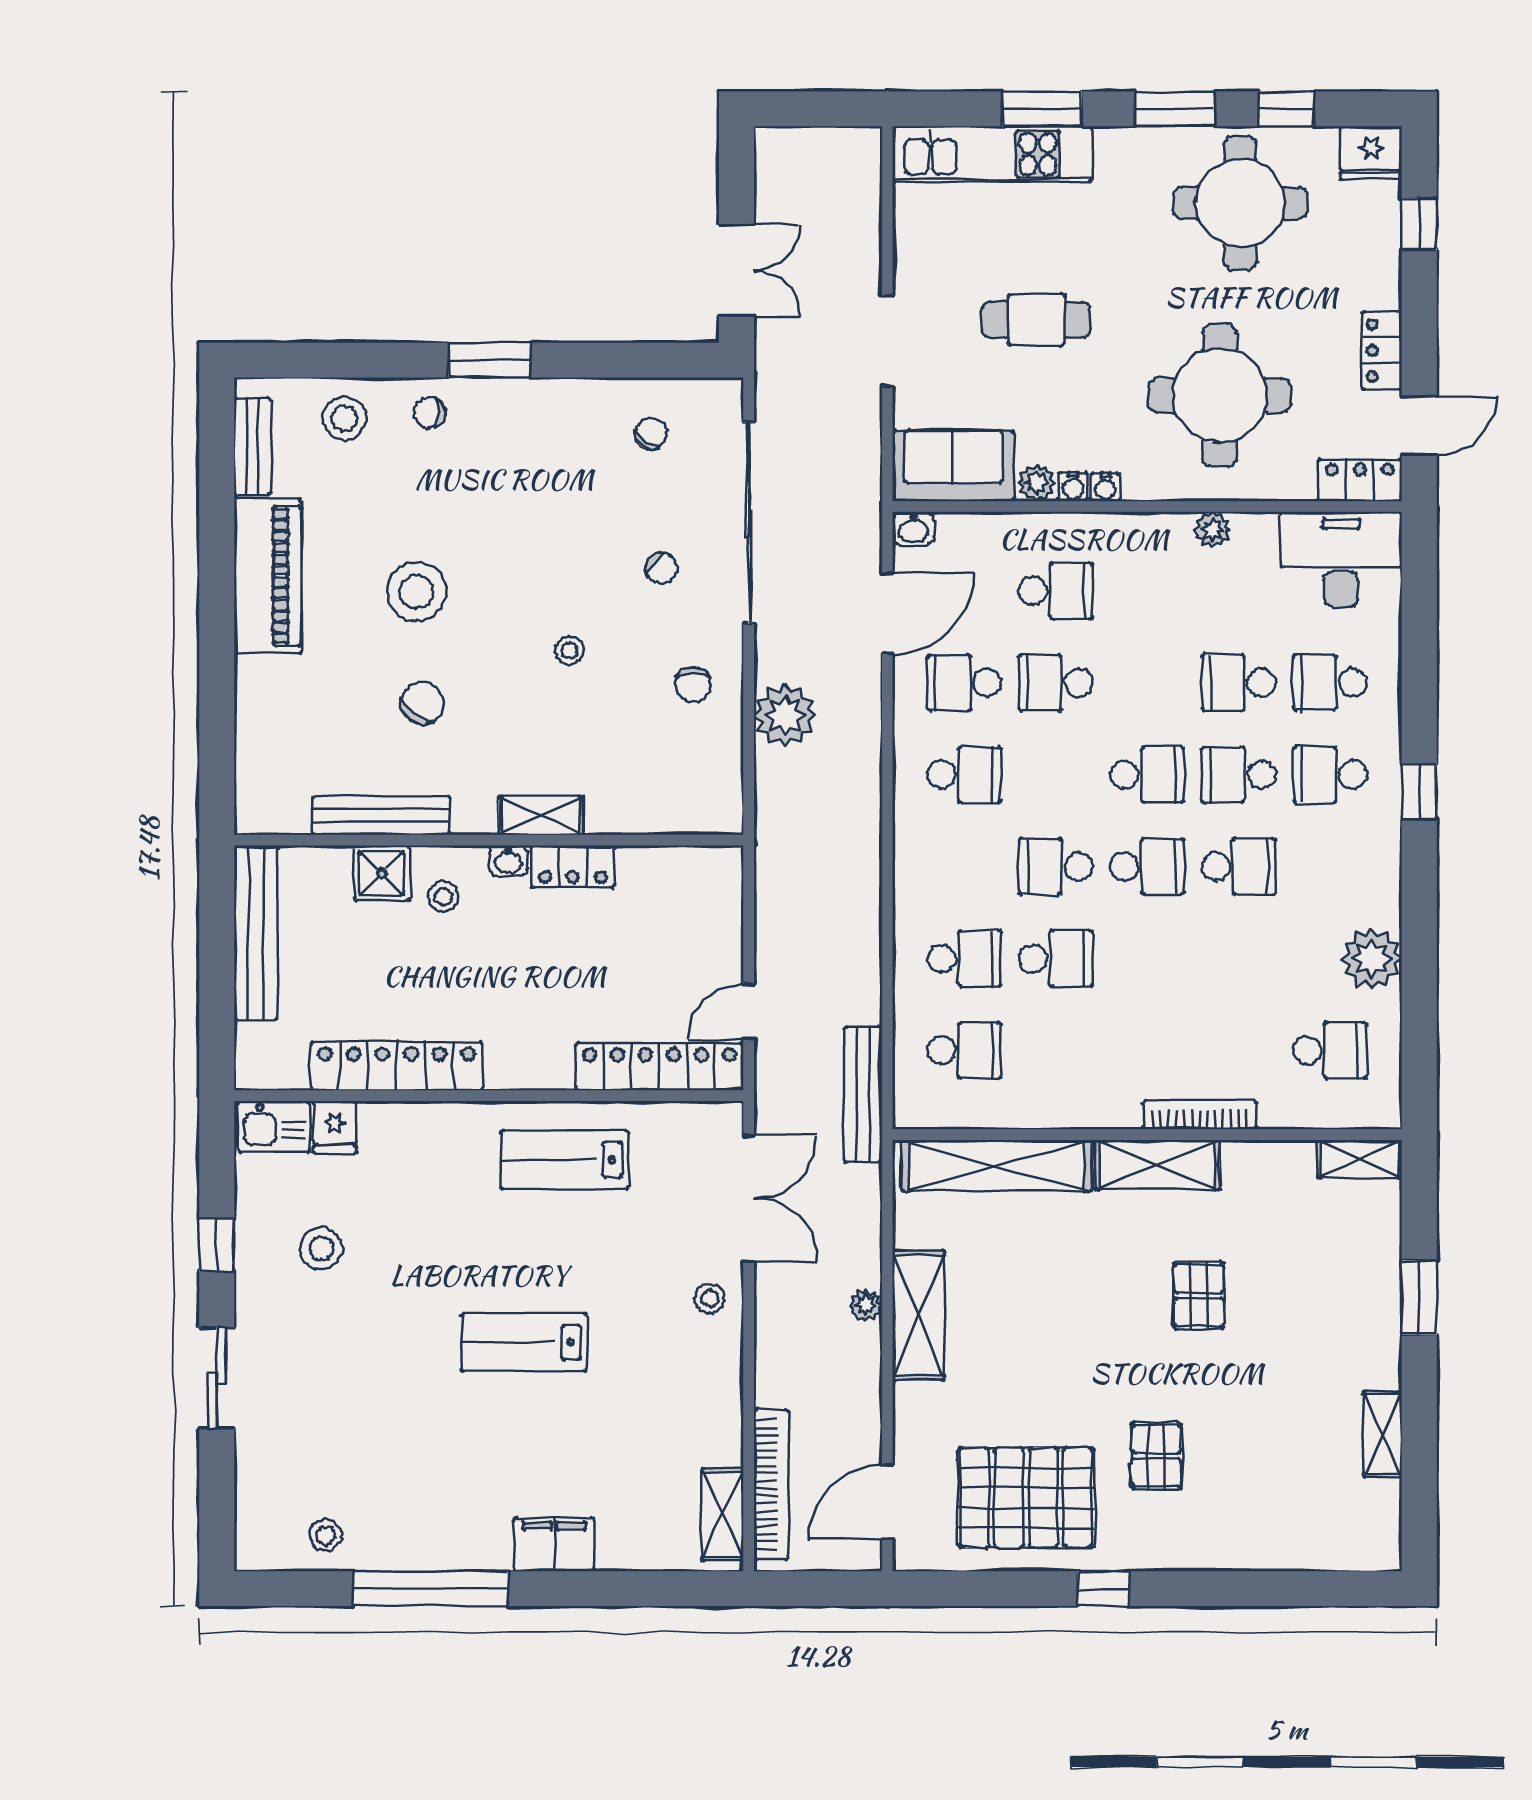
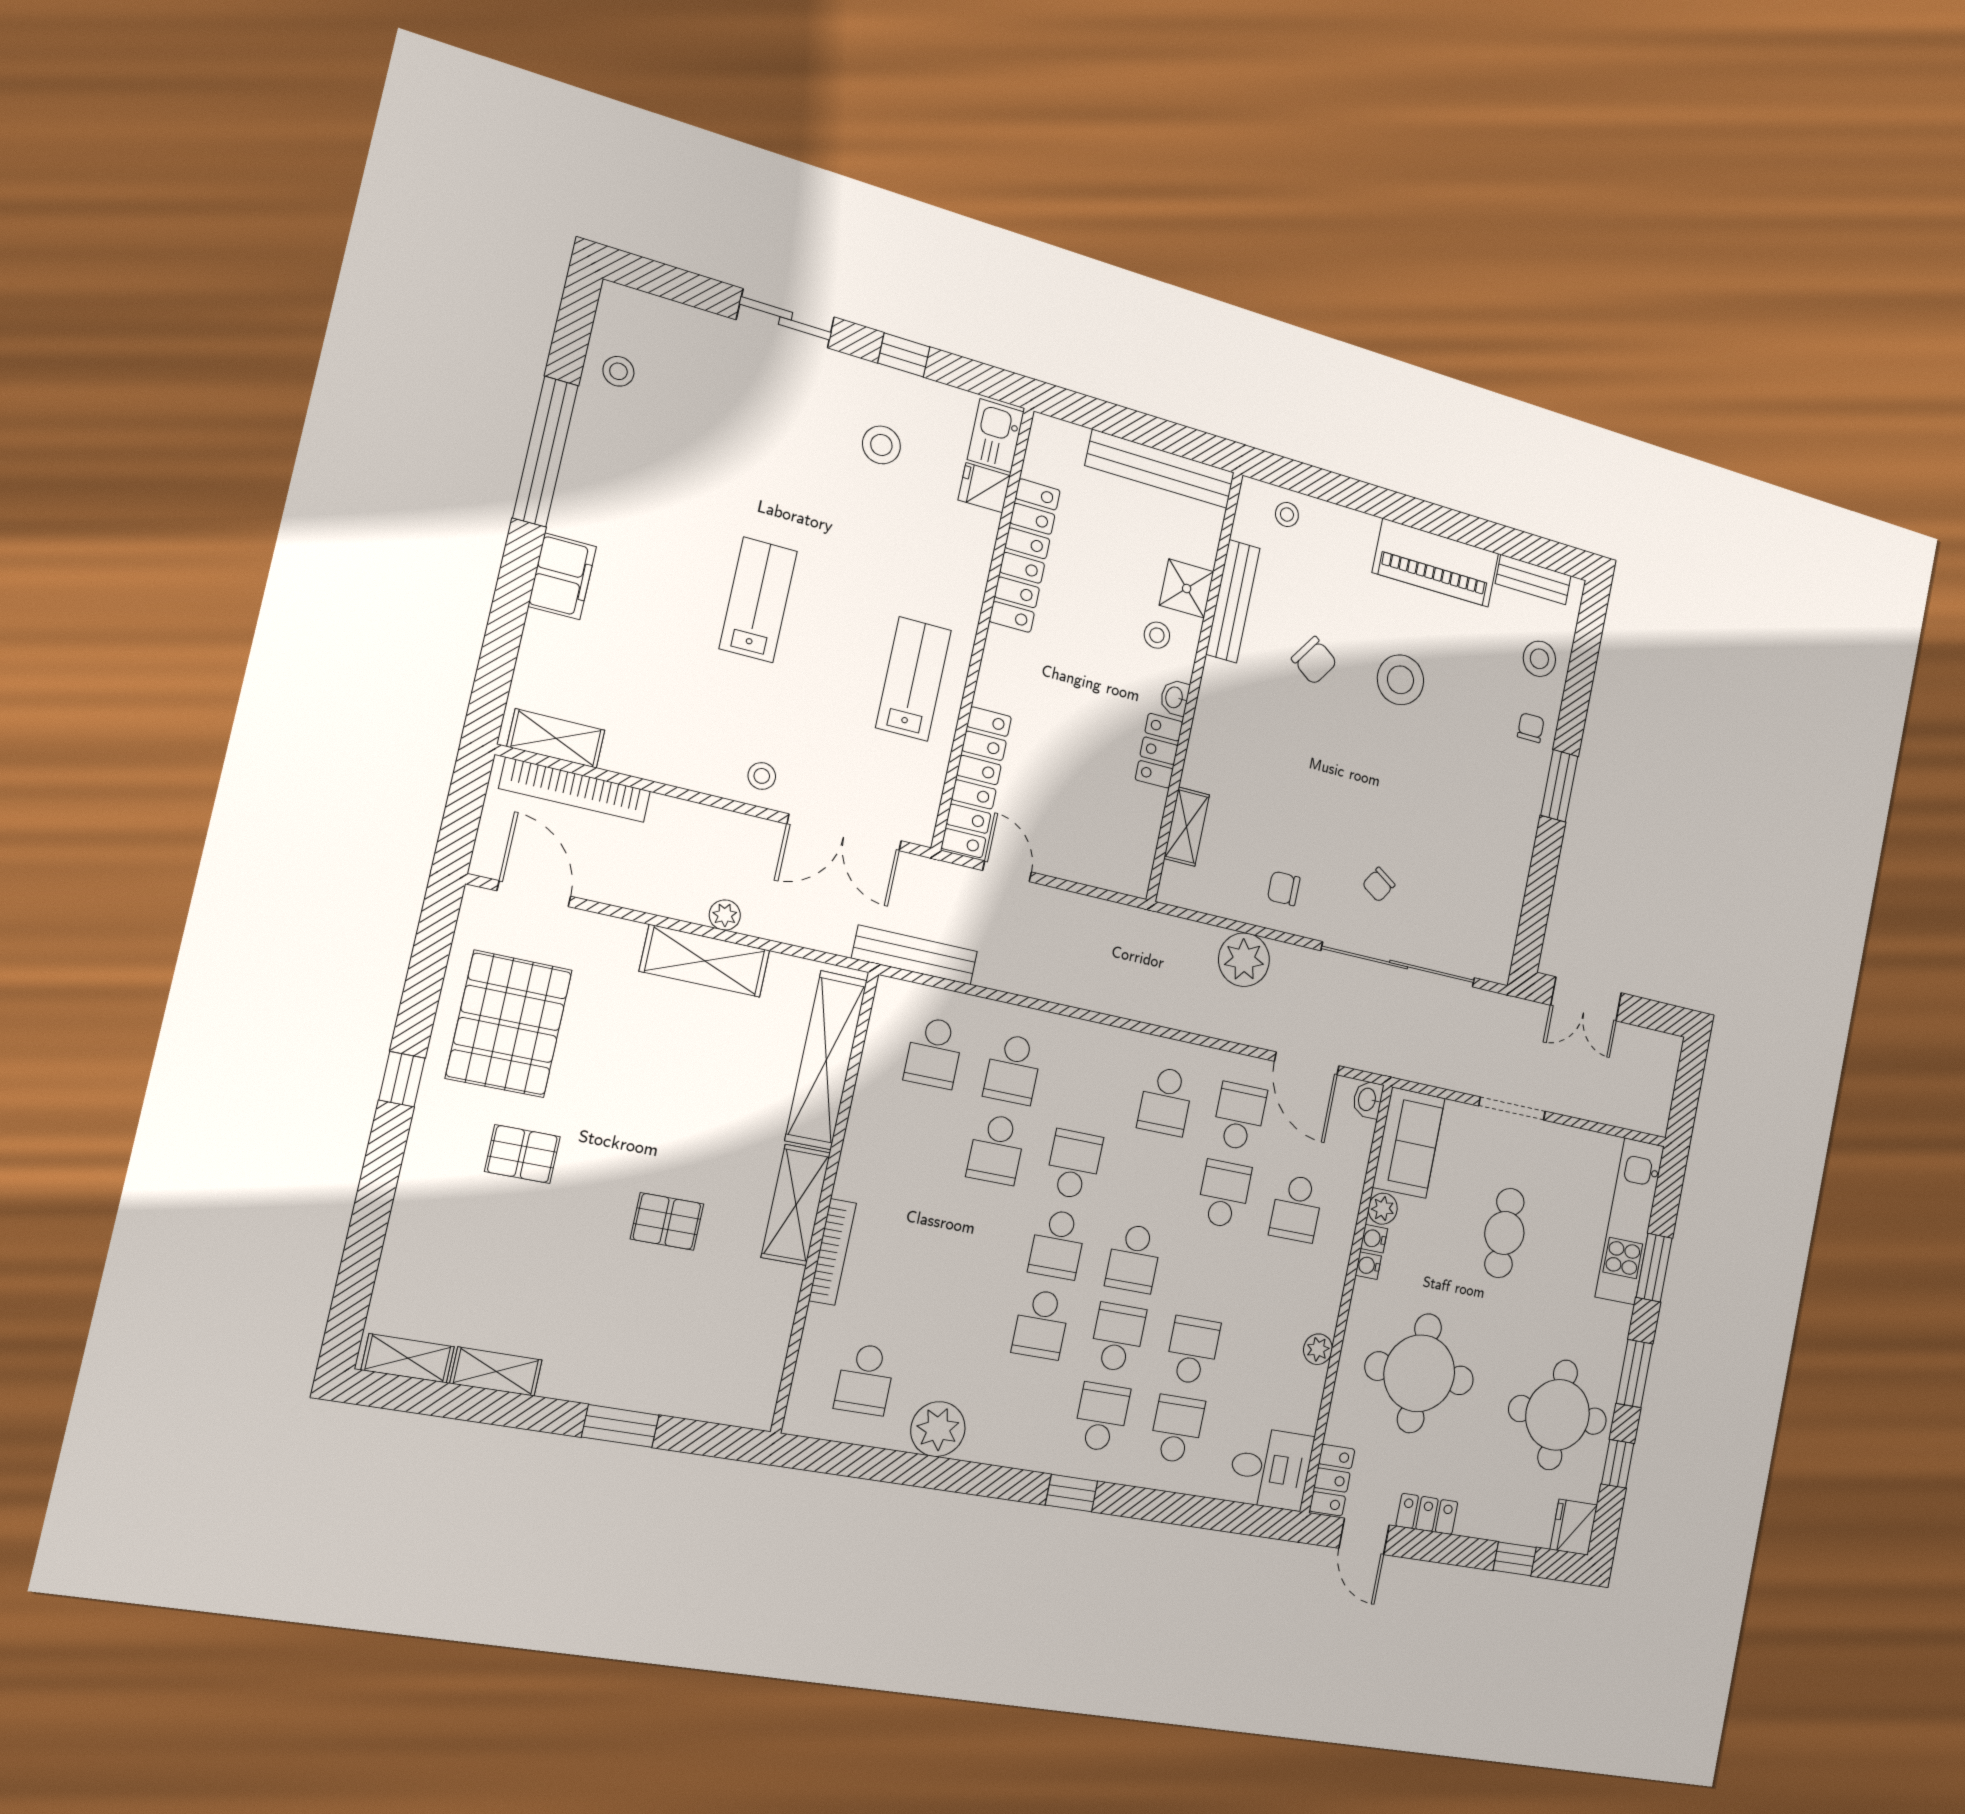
chair: (651, 434) -> (1481, 901), removed
desk: (1341, 560) -> (1270, 1468), width x0.73
stool: (570, 651) -> (1287, 515), moved
shelving: (541, 816) -> (1187, 827), moved
shelving: (1360, 1159) -> (408, 1358), moved, turned 90

